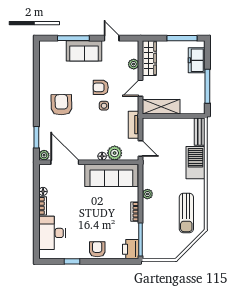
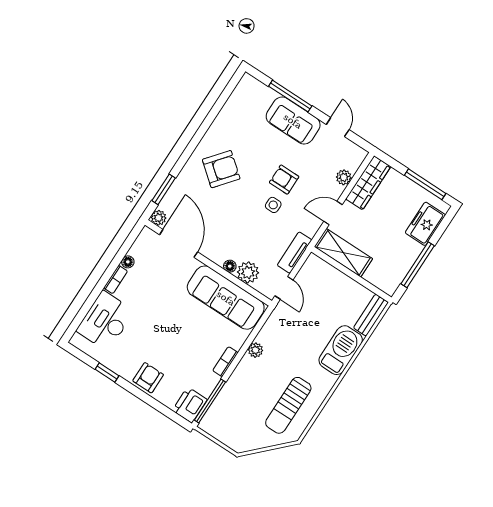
armchair: (61, 105) -> (221, 169), turned 40

